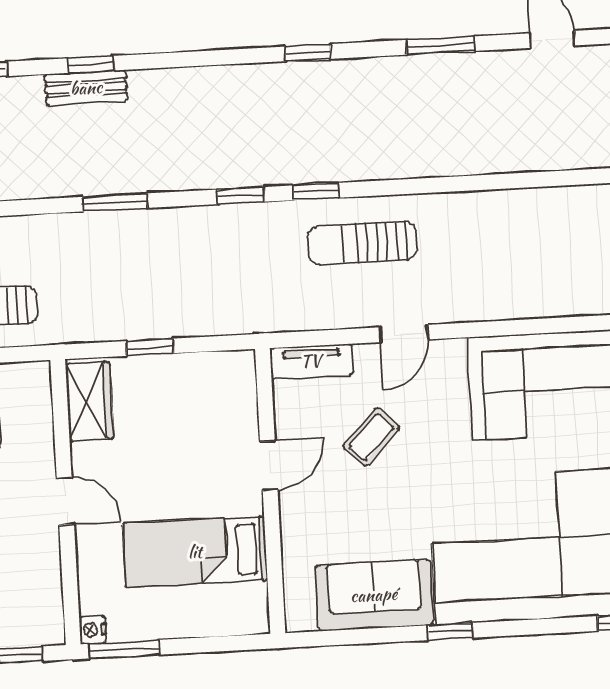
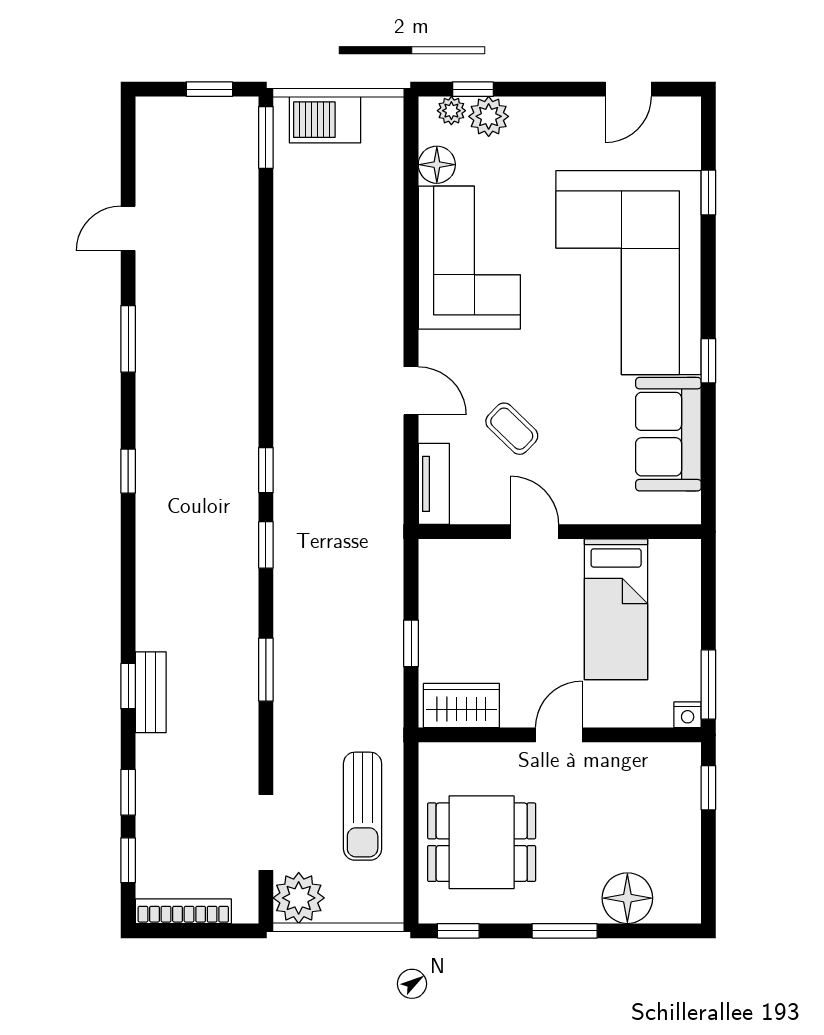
sun lounger: (362, 243) -> (319, 427), removed

